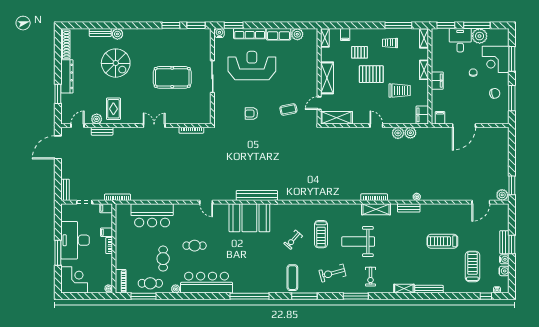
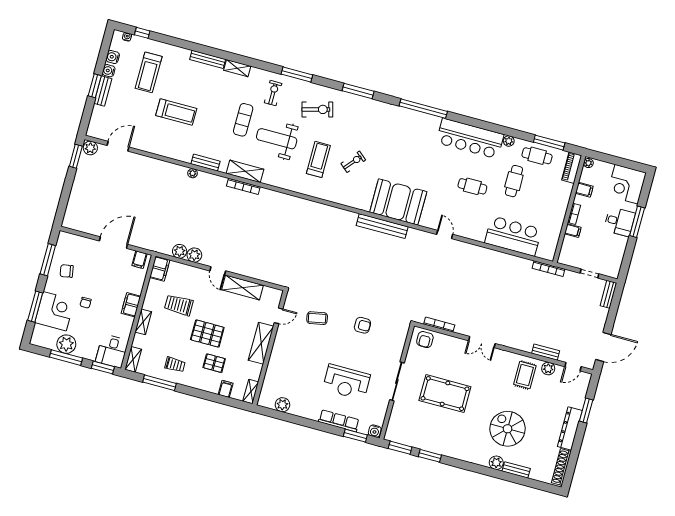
row of seats: (279, 34) -> (305, 411), removed
desk: (460, 40) -> (112, 351), moved
reception desk: (252, 65) -> (346, 382), width x0.74, depth x0.77
armchair: (199, 115) -> (425, 340), added
shelving: (337, 118) -> (242, 287), moved
filing cabinet: (106, 208) -> (584, 190), moved
desk: (75, 240) -> (619, 222), width x0.53, depth x0.77
weight bench: (358, 242) -> (277, 139), turned 180
exercise mat: (292, 278) -> (243, 120), moved

